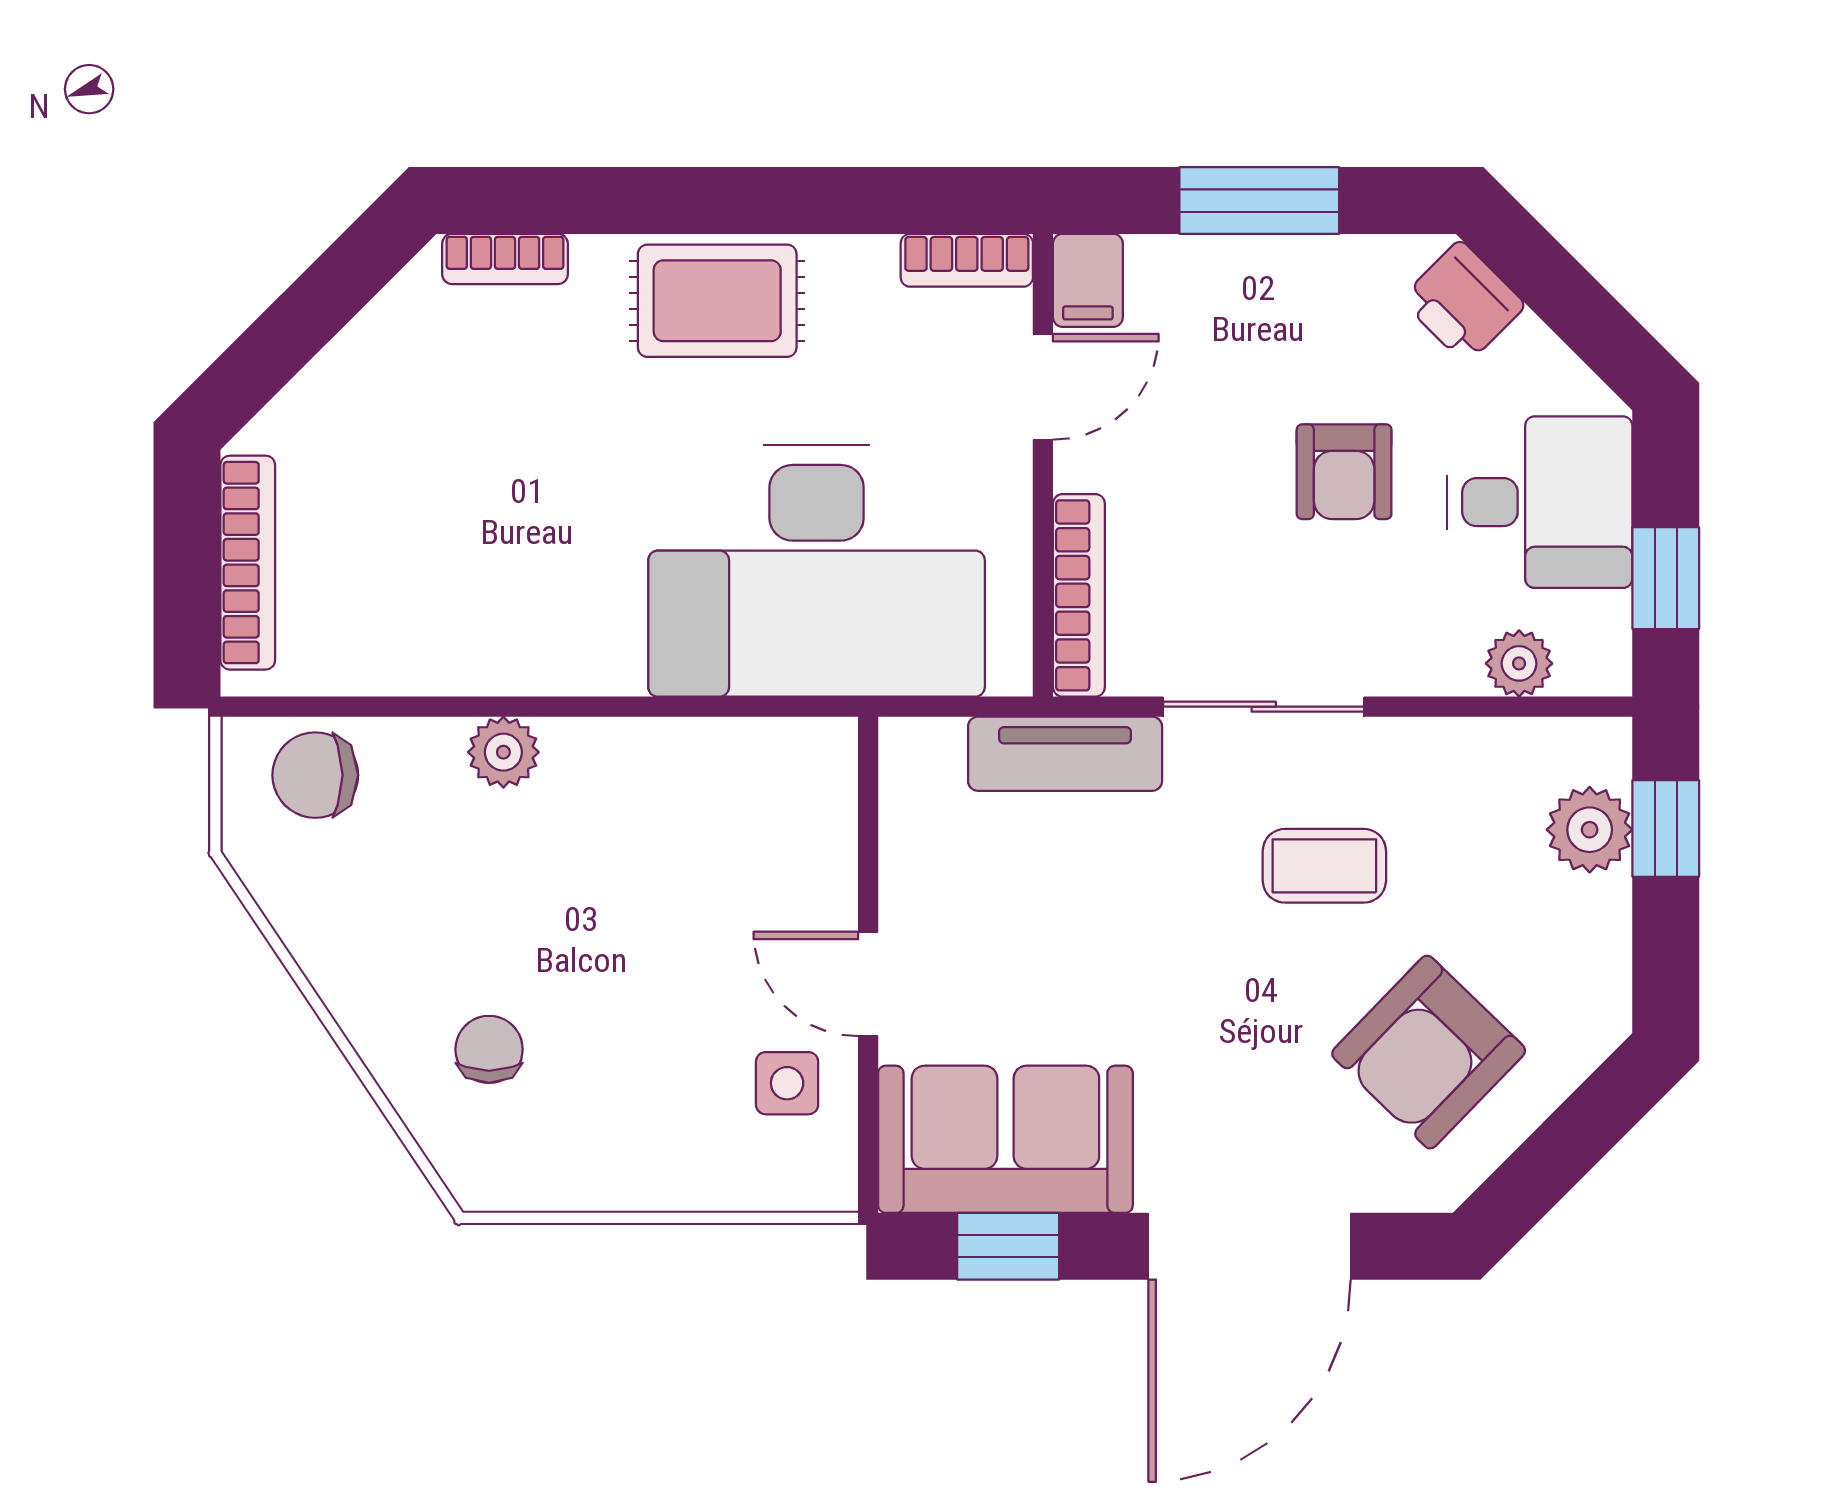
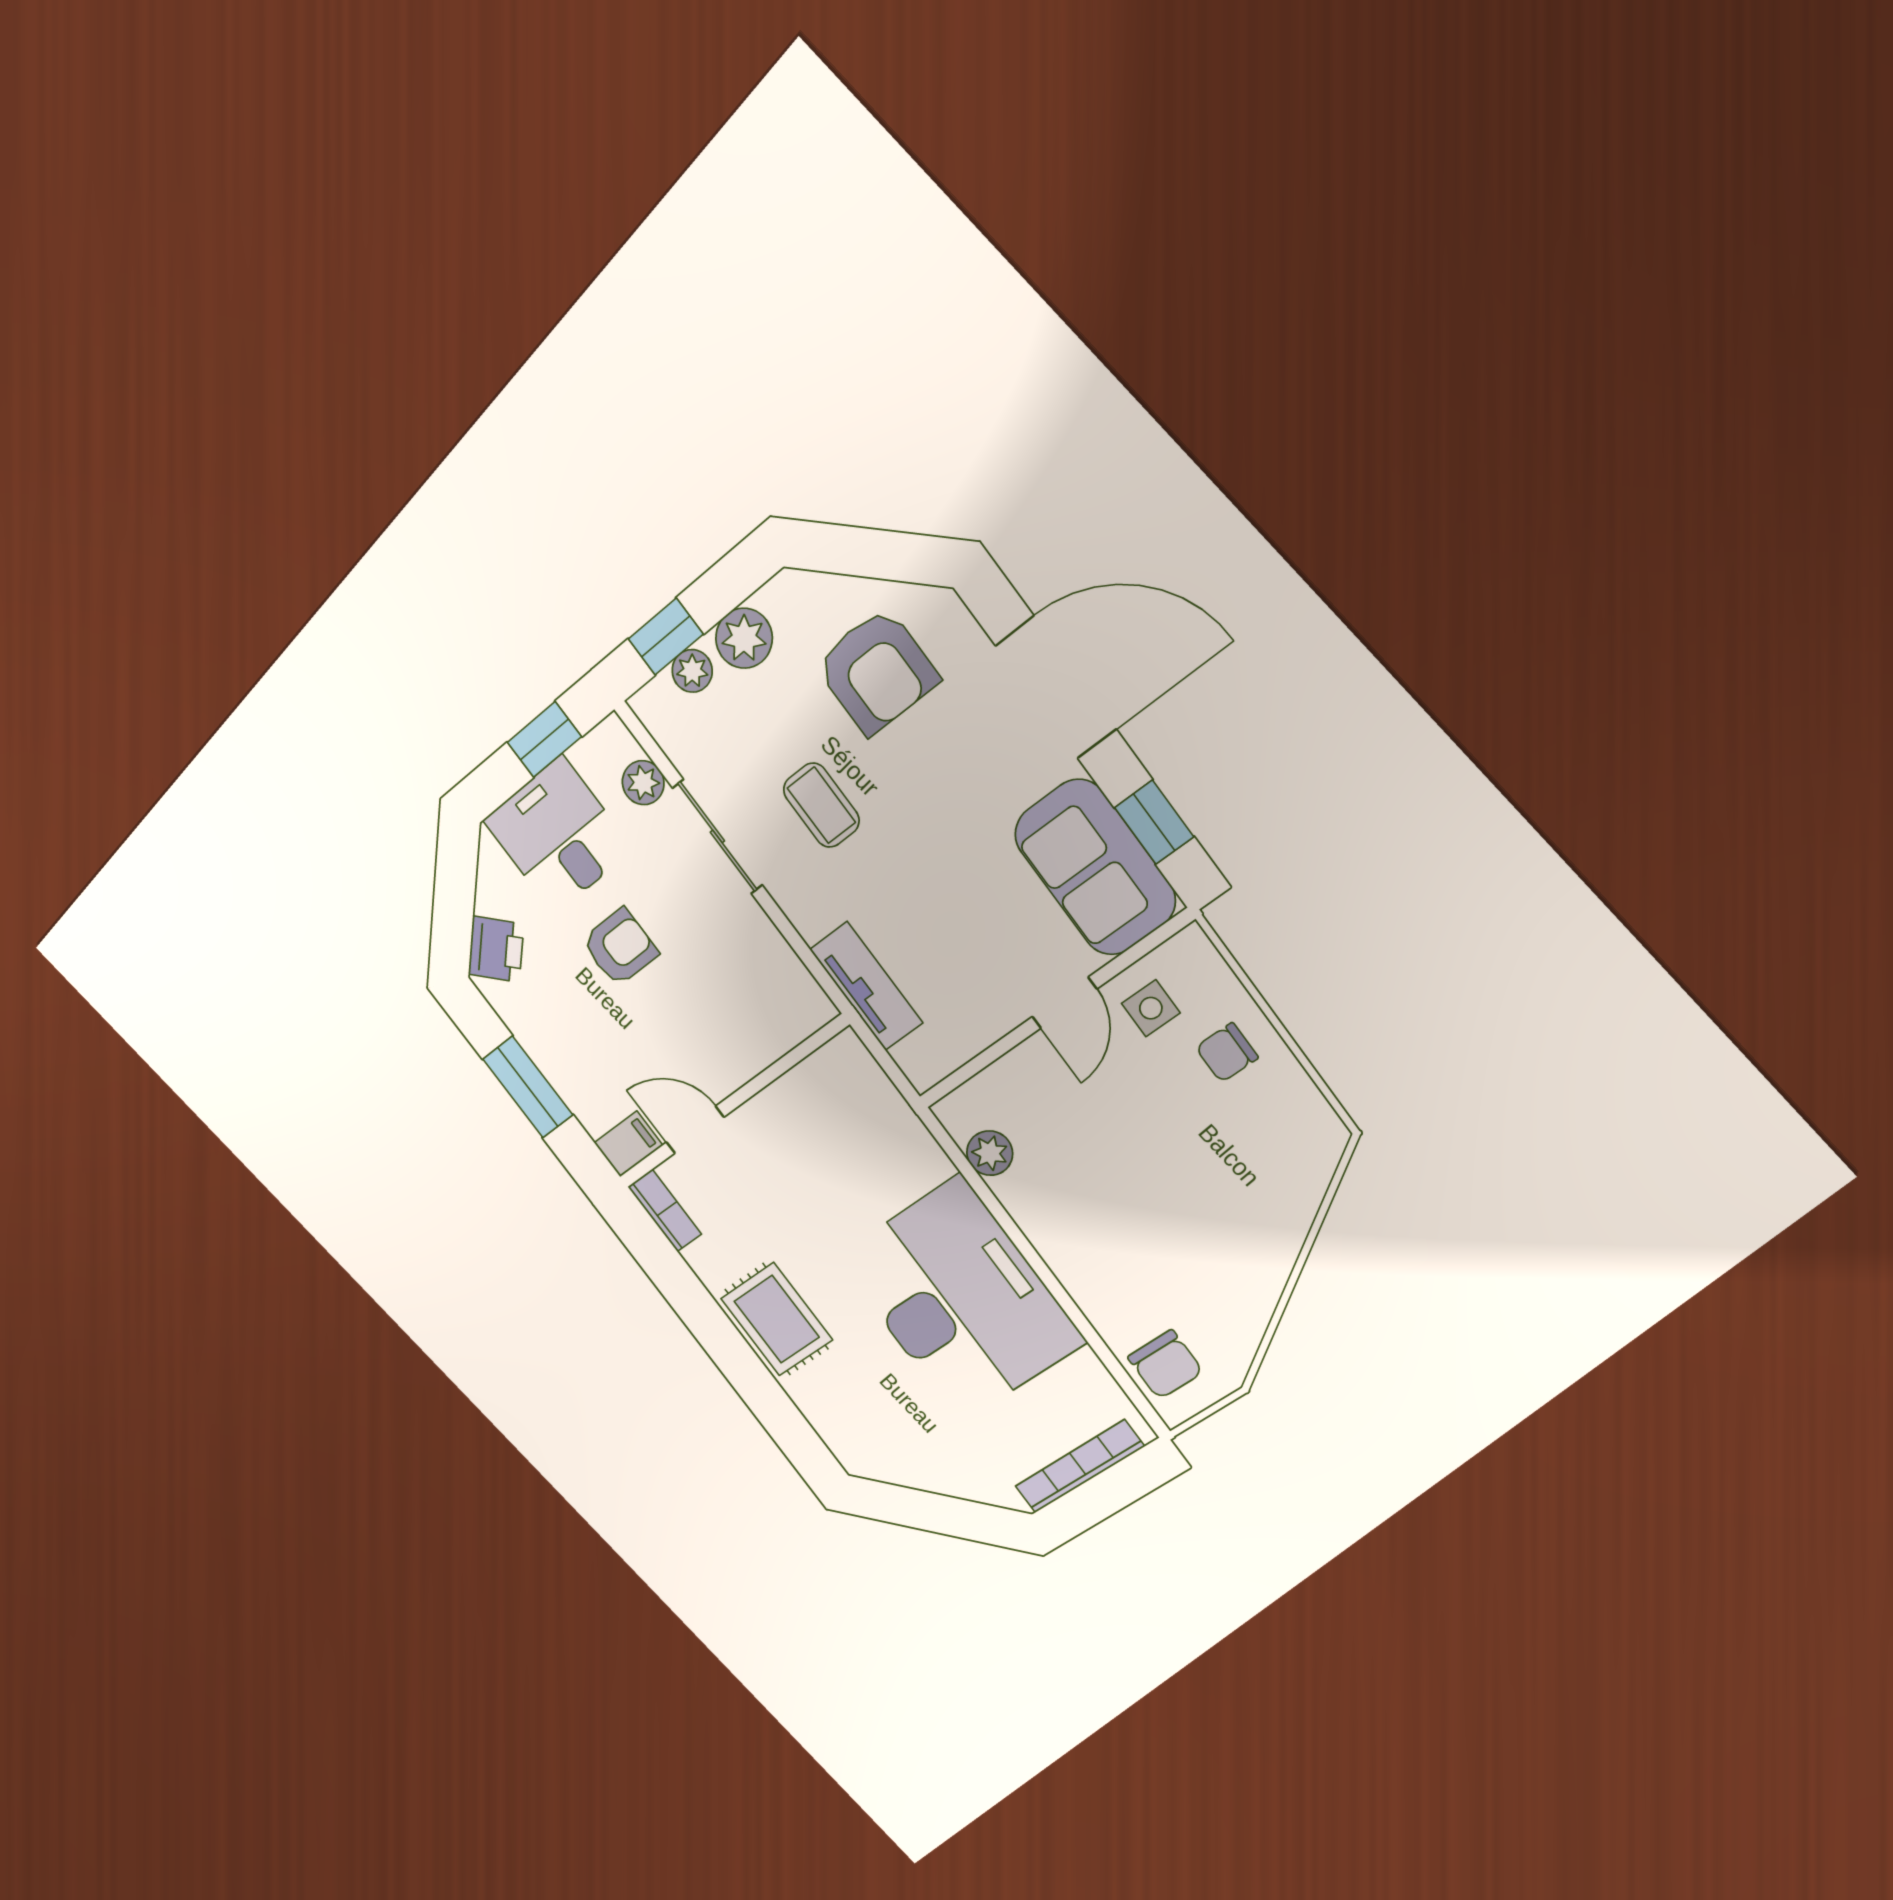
bookcase: (505, 259) -> (835, 1435), removed
desk: (817, 571) -> (960, 1300), moved
bookcase: (1079, 595) -> (782, 1037), removed
sliding door: (1264, 707) -> (717, 837), moved
plant: (503, 752) -> (990, 1153), moved
plant: (1590, 830) -> (692, 671), width x0.73, depth x0.73
plant: (1589, 922) -> (744, 638), added
chair: (489, 1049) -> (1227, 1052), moved
armchair: (1429, 1052) -> (877, 671), turned 46

